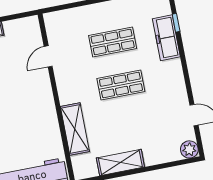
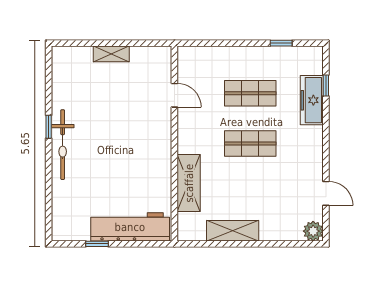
door: (48, 56) -> (174, 95), swing flipped

